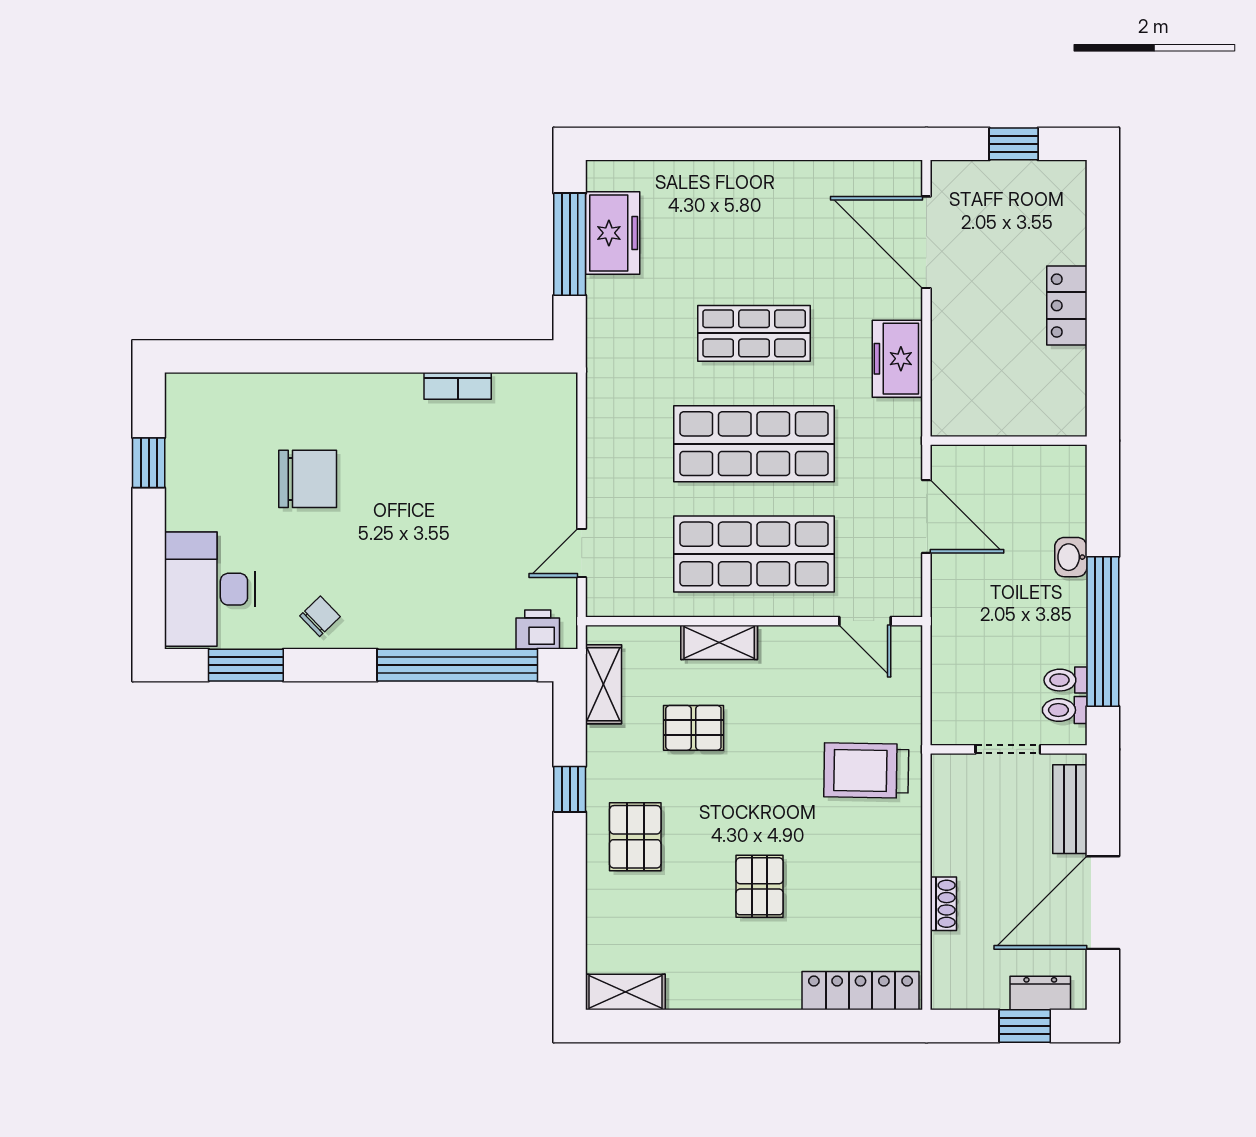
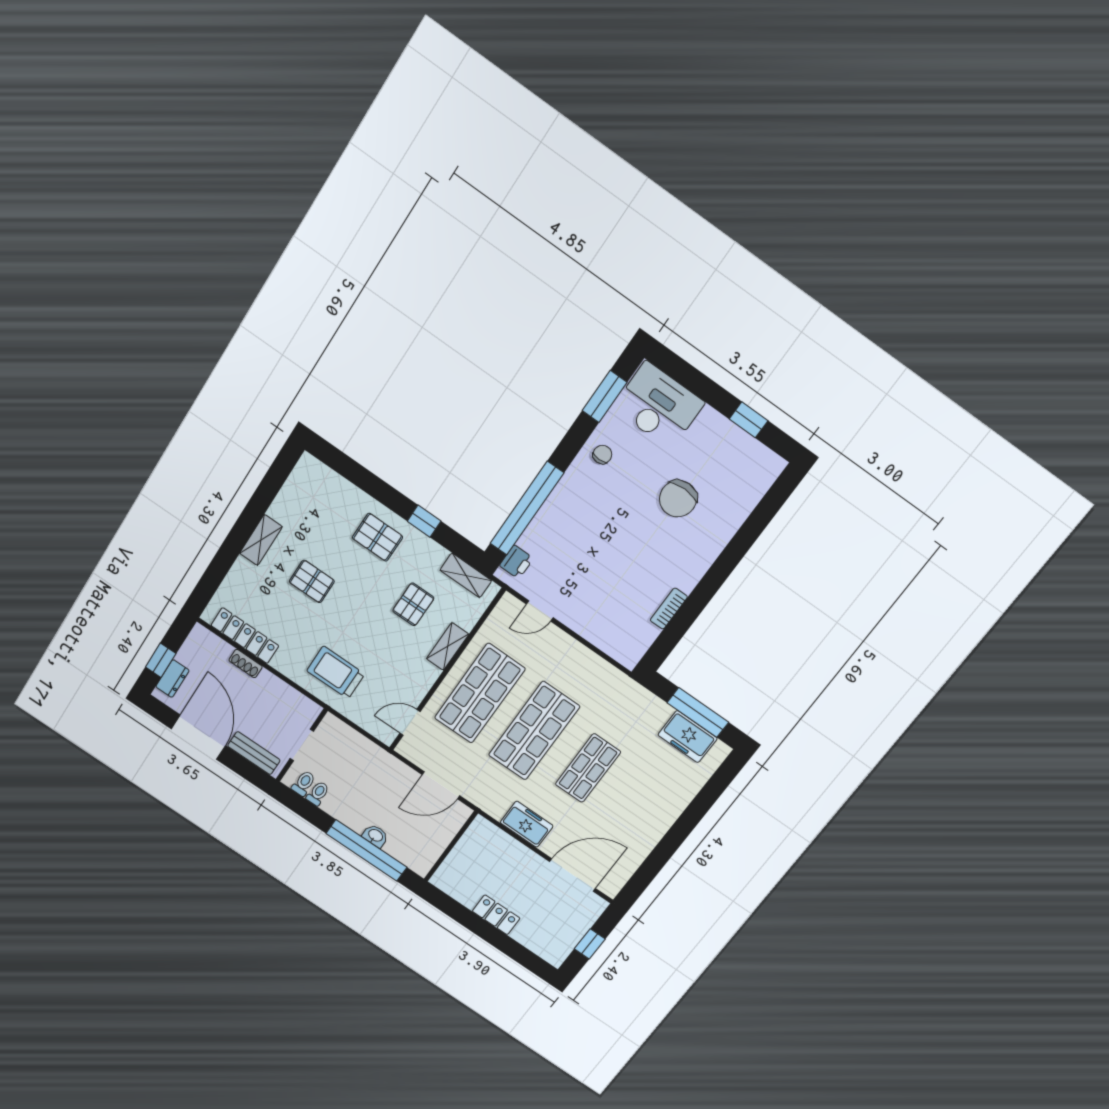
door: (582, 553) -> (540, 611), swing flipped
chair: (320, 616) -> (602, 455), turned -136
window: (1103, 632) -> (366, 850), moved
trolley: (866, 771) -> (336, 672), turned -91
locker: (860, 991) -> (245, 636), moved, turned -90
shelving: (625, 992) -> (261, 540), moved

